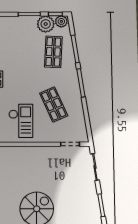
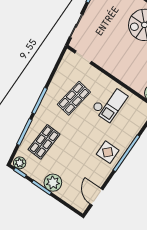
plant: (46, 24) -> (53, 183), moved
shop shelf: (54, 104) -> (74, 98), turned 33
checkout: (21, 121) -> (109, 103), turned 180

